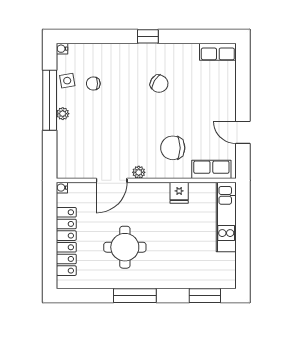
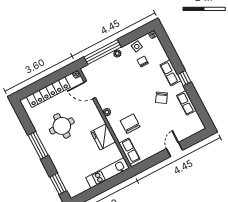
row of seats: (130, 52) -> (170, 73), added
row of seats: (218, 52) -> (186, 103), moved
window: (50, 100) -> (103, 52), moved
door: (243, 132) -> (175, 149), moved
door: (112, 180) -> (90, 90), moved
fridge: (179, 193) -> (103, 137), width x1.88, depth x1.34

